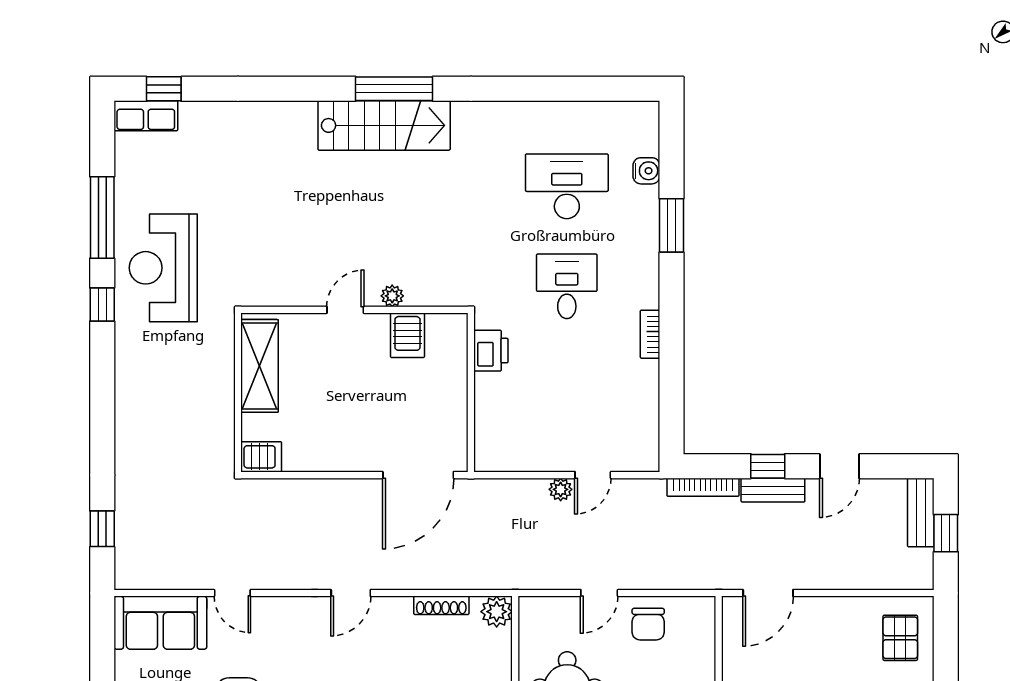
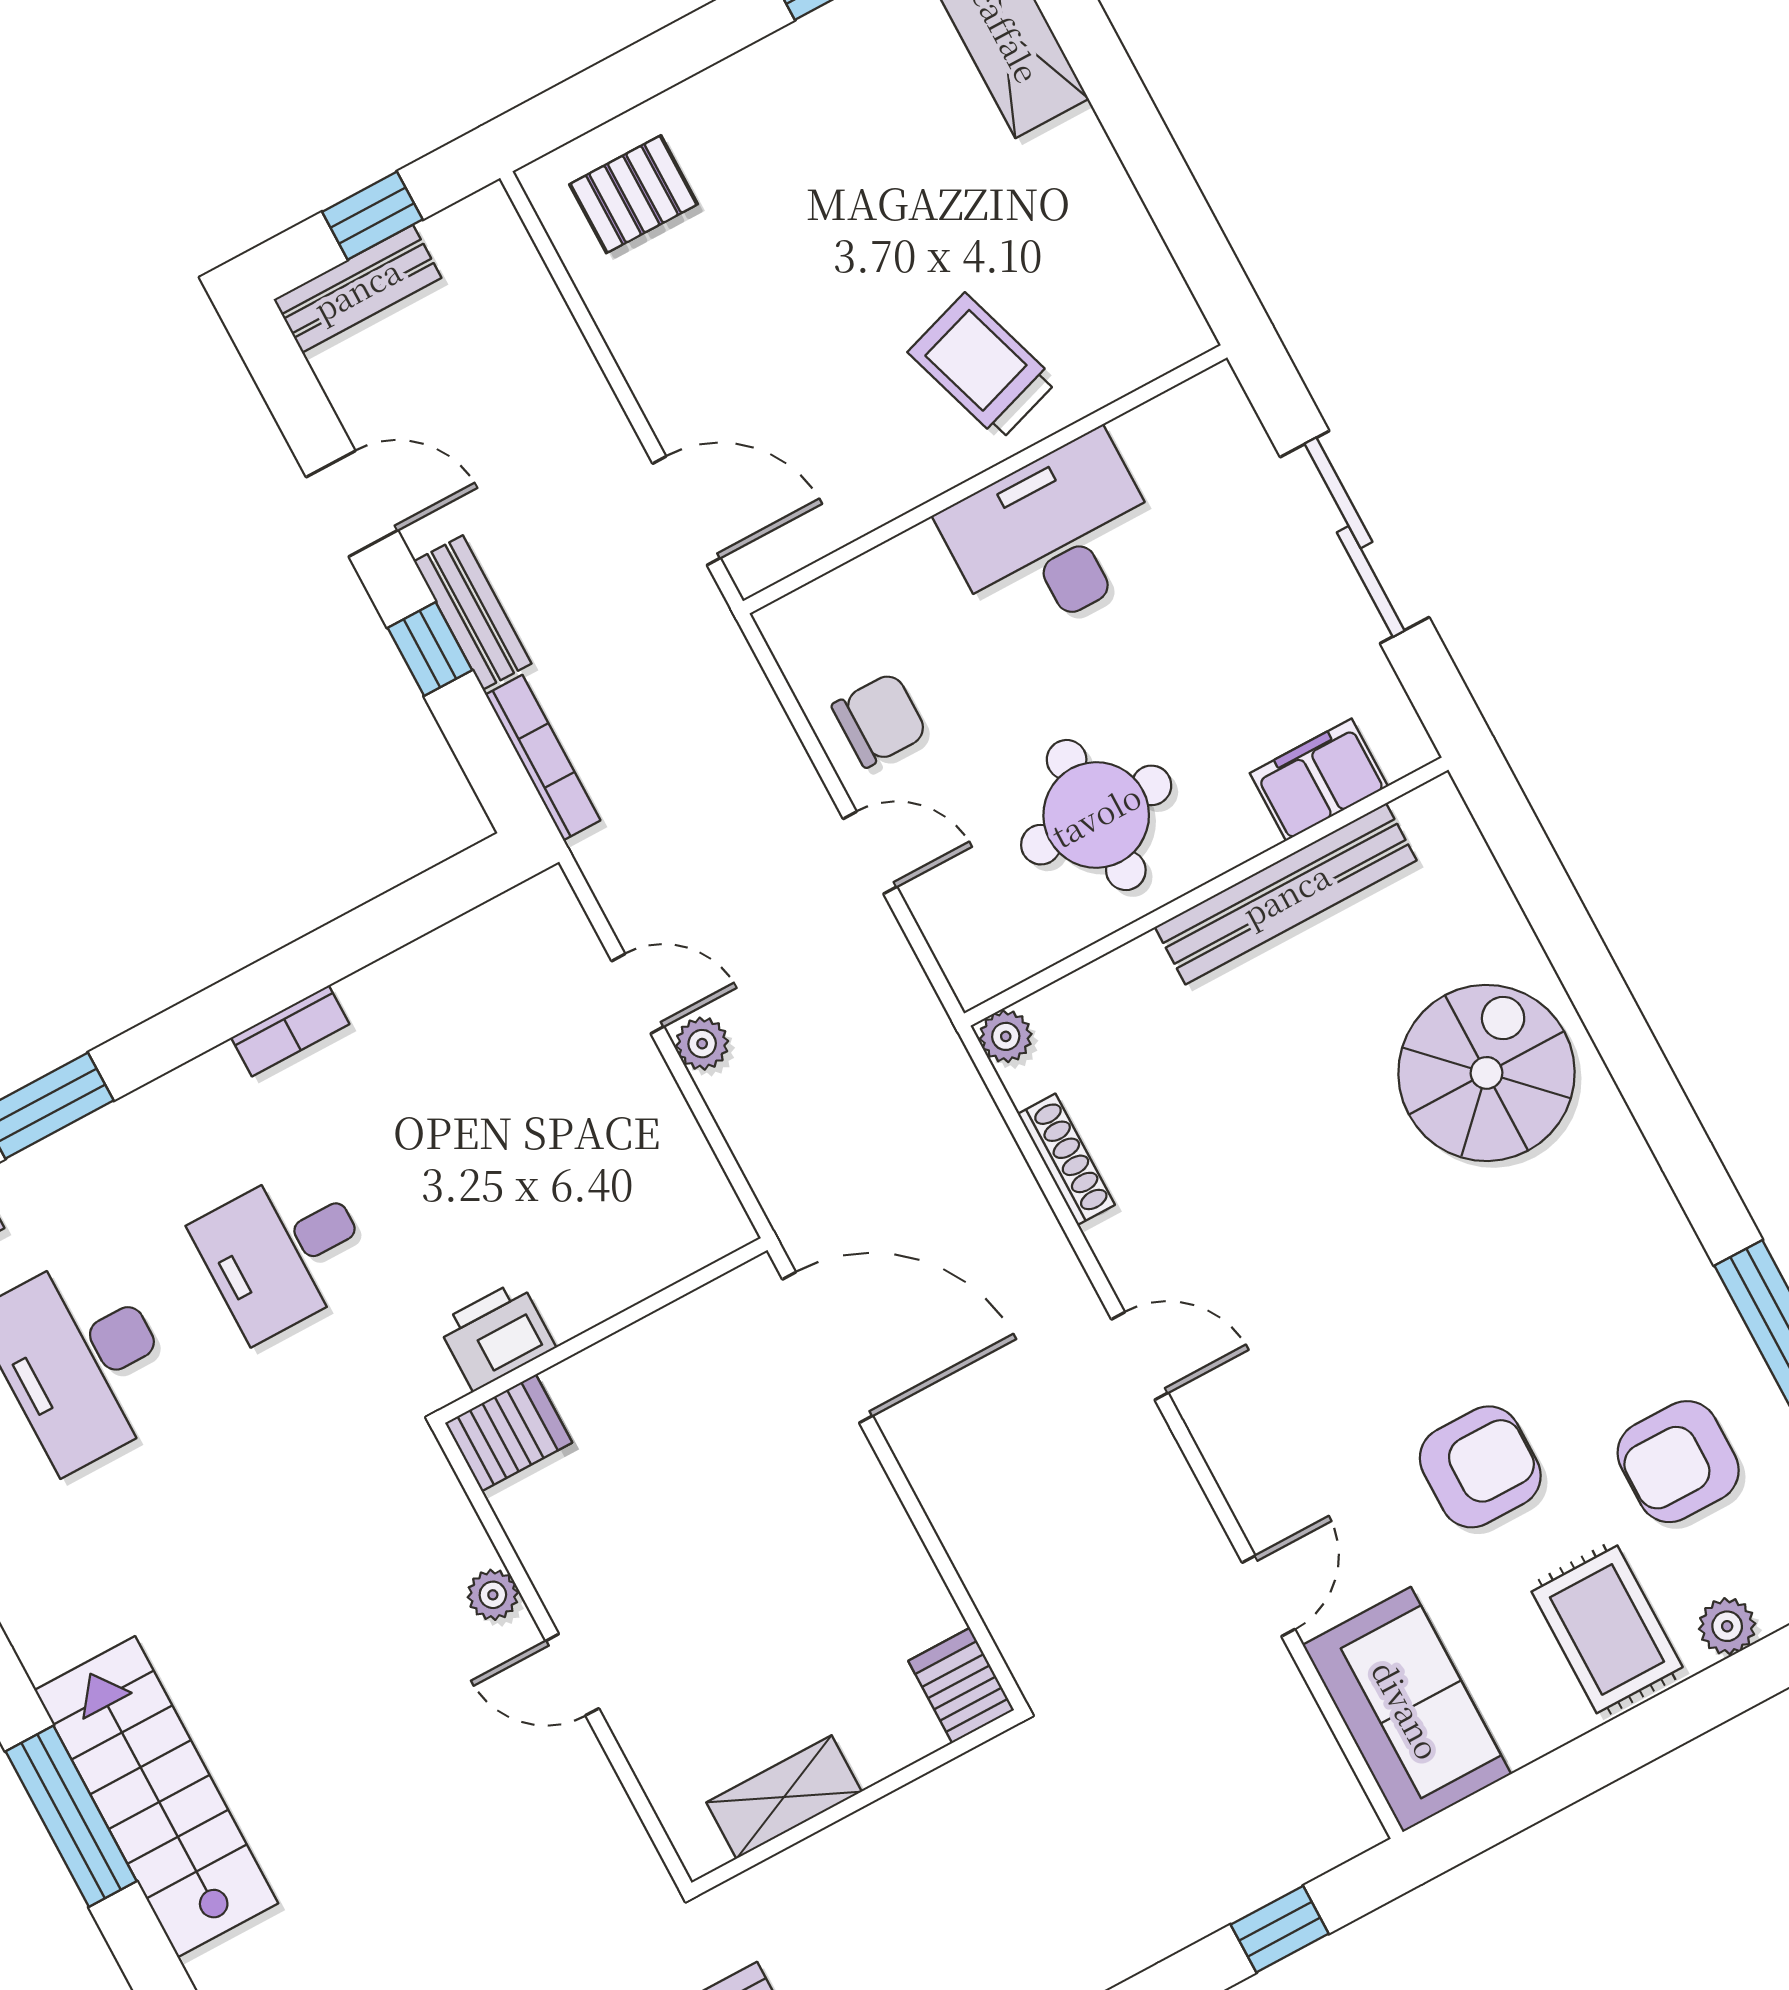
server rack: (407, 335) -> (509, 1433), moved
shelving: (260, 366) -> (784, 1797), width x0.67, depth x0.75
plant: (497, 612) -> (1006, 1036), width x0.73, depth x0.73

